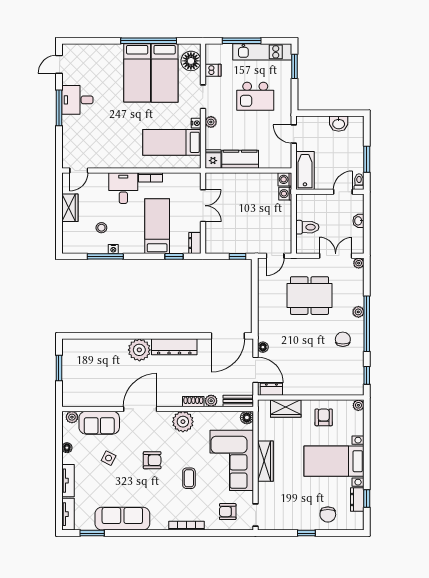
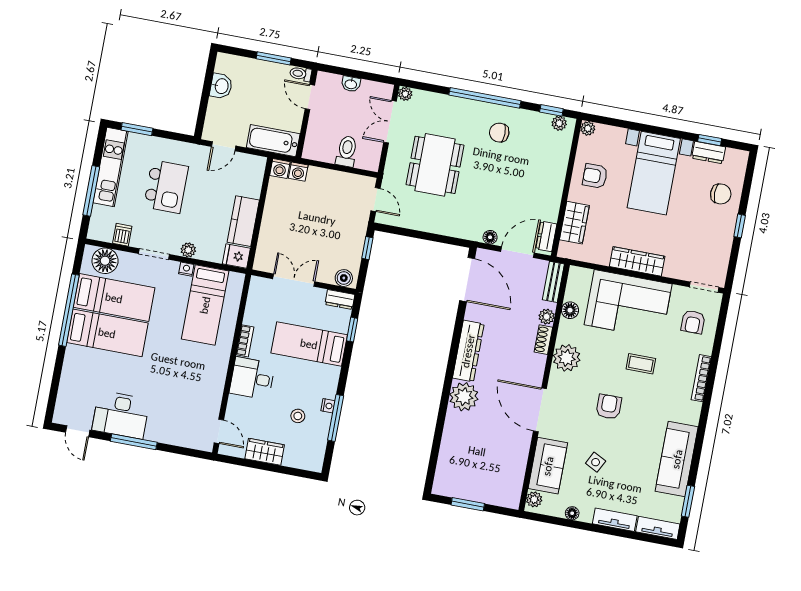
desk: (77, 100) -> (121, 415), width x1.37
boiler: (212, 243) -> (344, 278), added
plant: (358, 312) -> (559, 123), moved
floor lamp: (247, 417) -> (570, 310), moved

